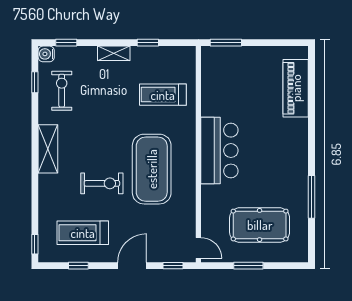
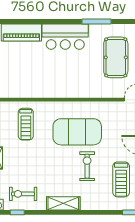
bar counter: (219, 151) -> (65, 37), moved, turned 180

